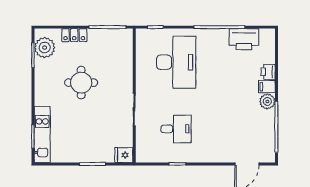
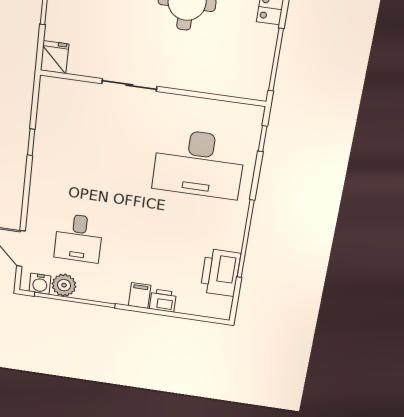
plant: (267, 102) -> (64, 285), moved
desk: (176, 129) -> (79, 238), moved
water cooler: (269, 150) -> (40, 284), added

